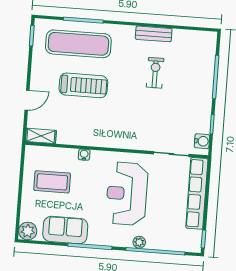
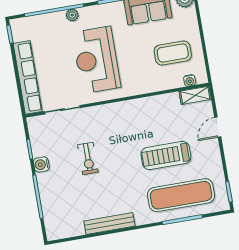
bench: (154, 34) -> (109, 224), width x1.36
exercise bike: (155, 73) -> (88, 158), moved
water cooler: (202, 141) -> (41, 164), moved
water cooler: (84, 155) -> (190, 80), moved
reception desk: (127, 194) -> (96, 60), turned 180

